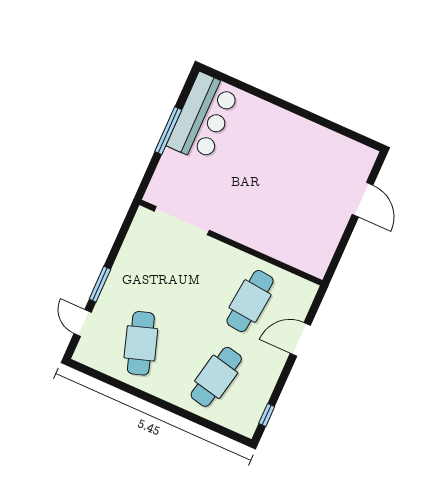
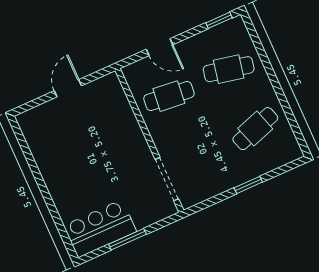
door: (363, 200) -> (68, 88), moved
door: (83, 323) -> (279, 171), removed
window: (267, 415) -> (219, 20), width x1.50

